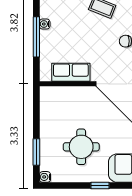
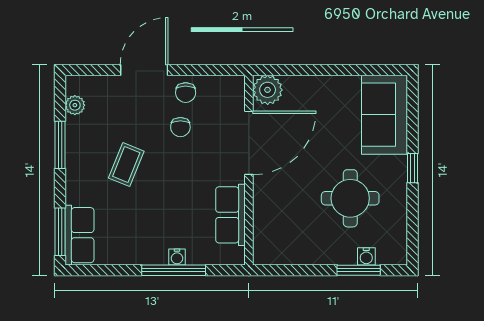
water cooler: (45, 24) -> (177, 257), moved
water cooler: (45, 177) -> (366, 256), moved

